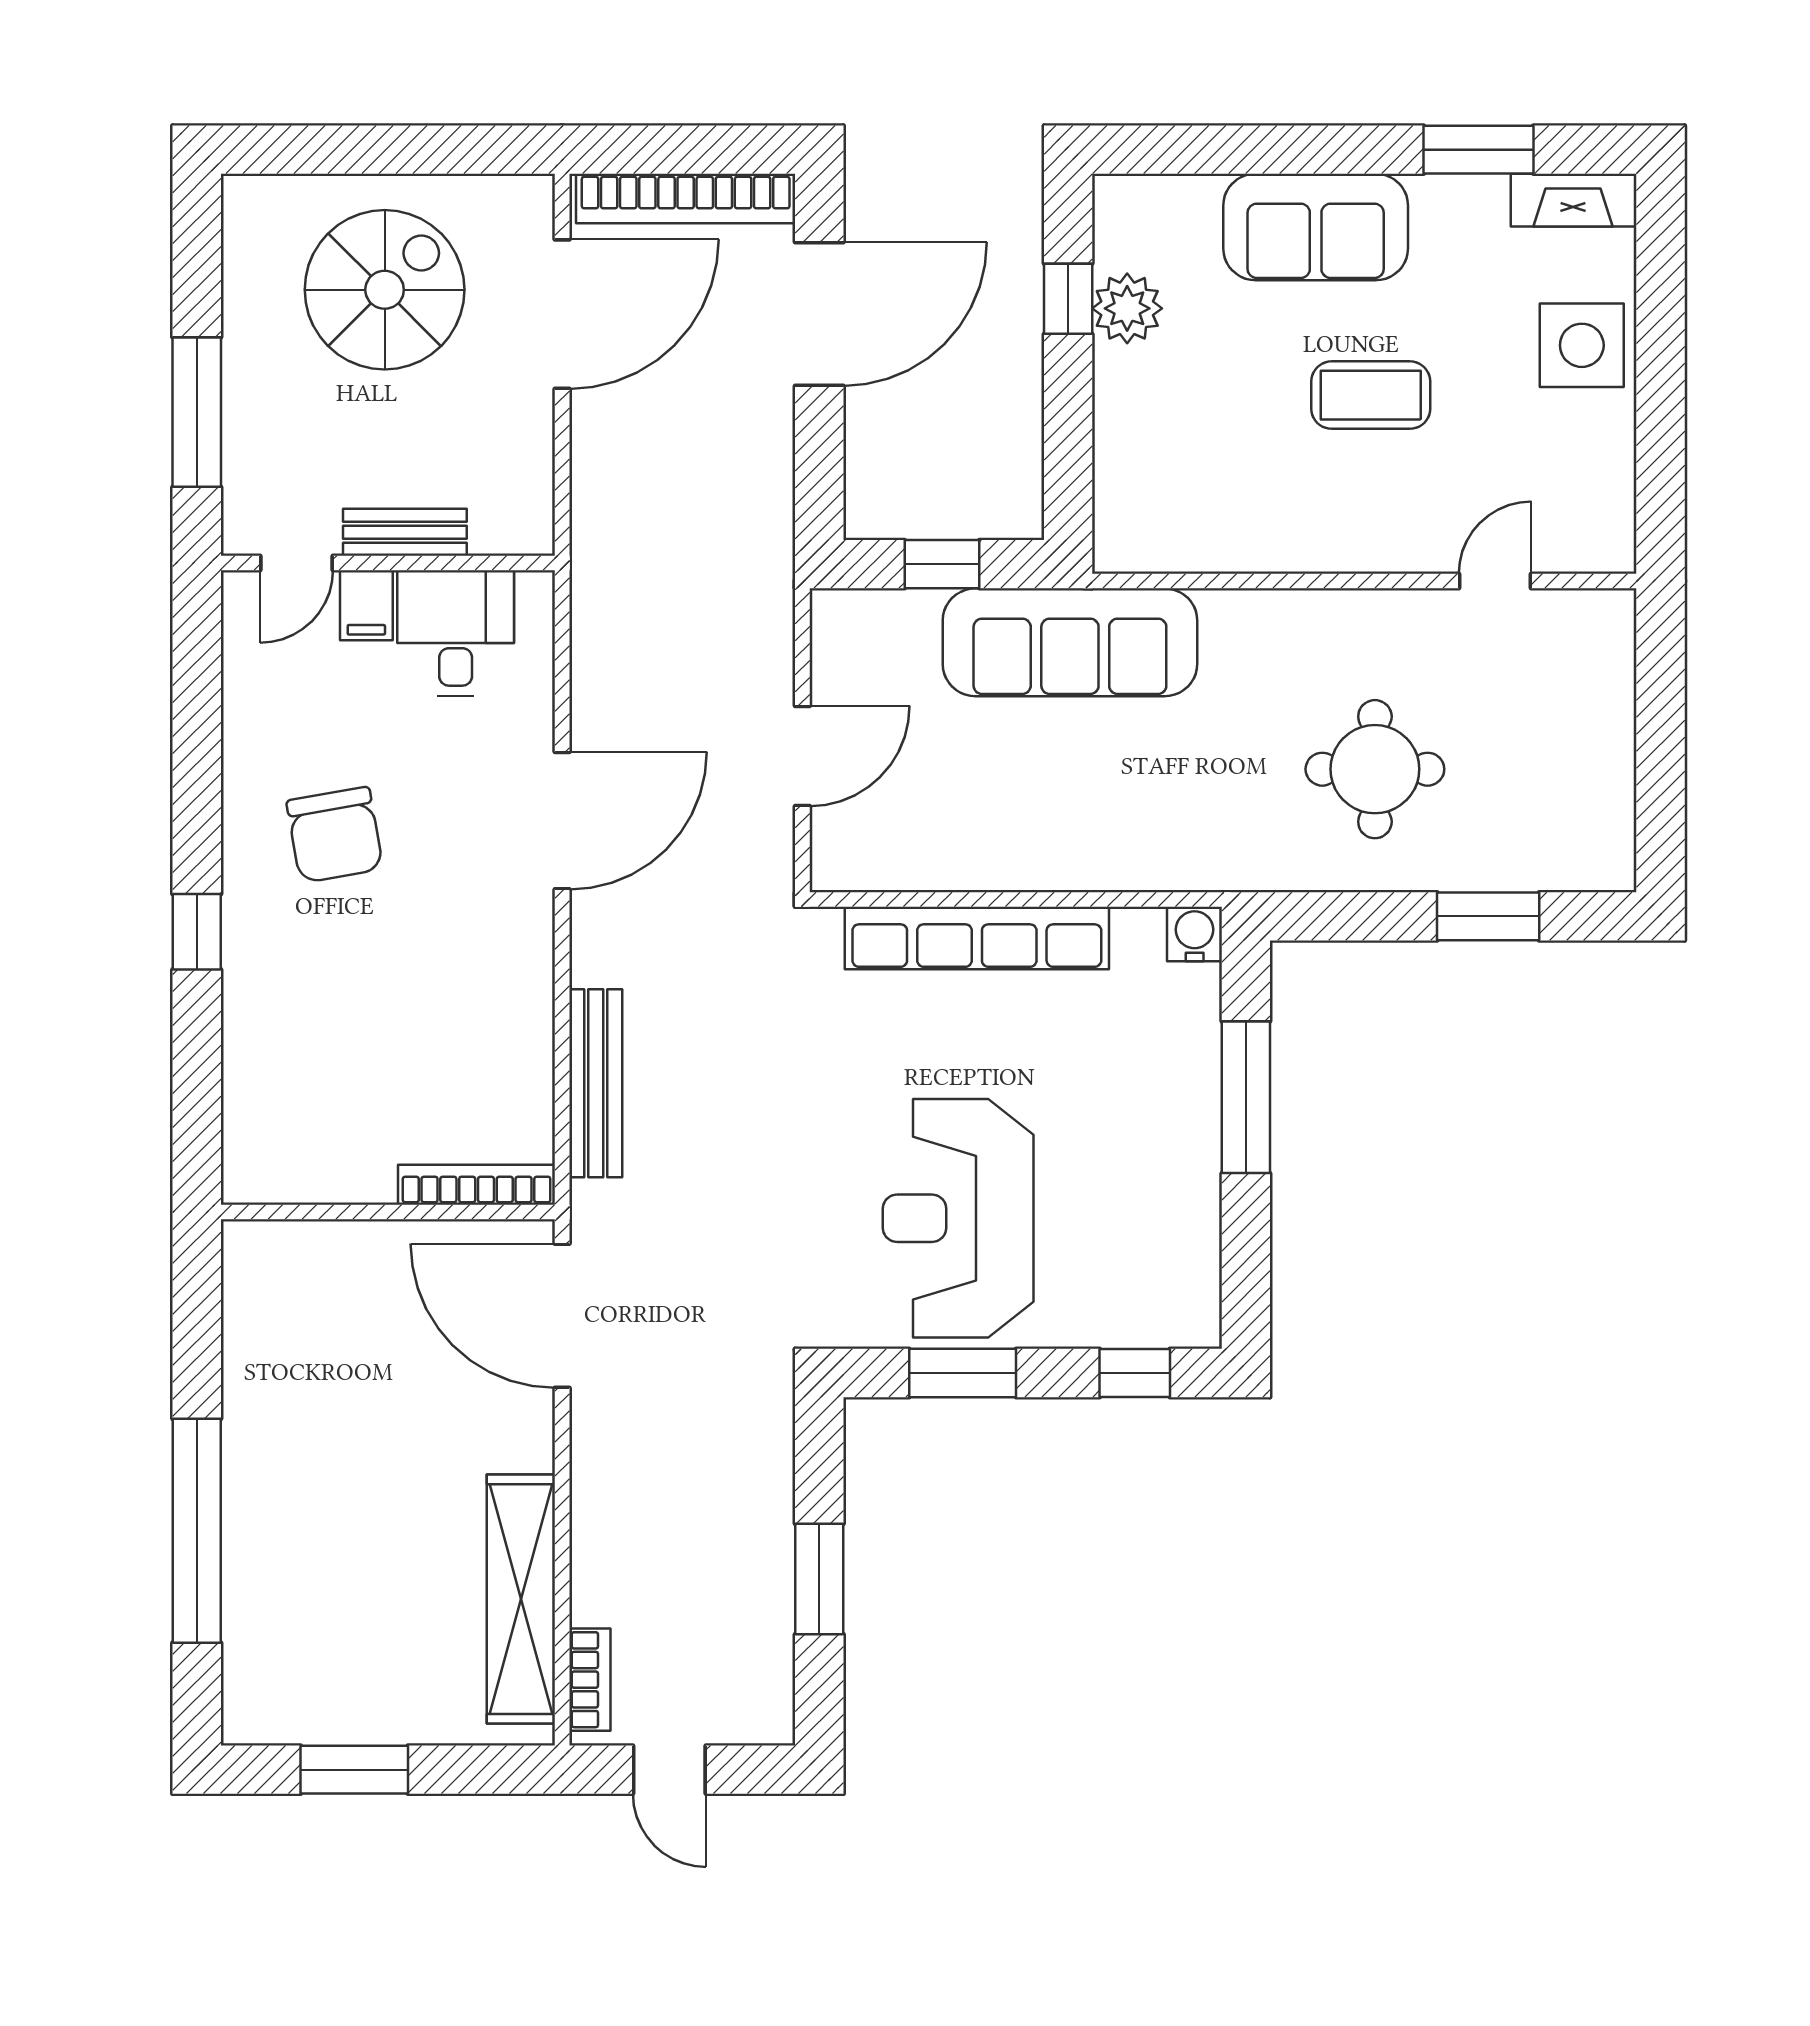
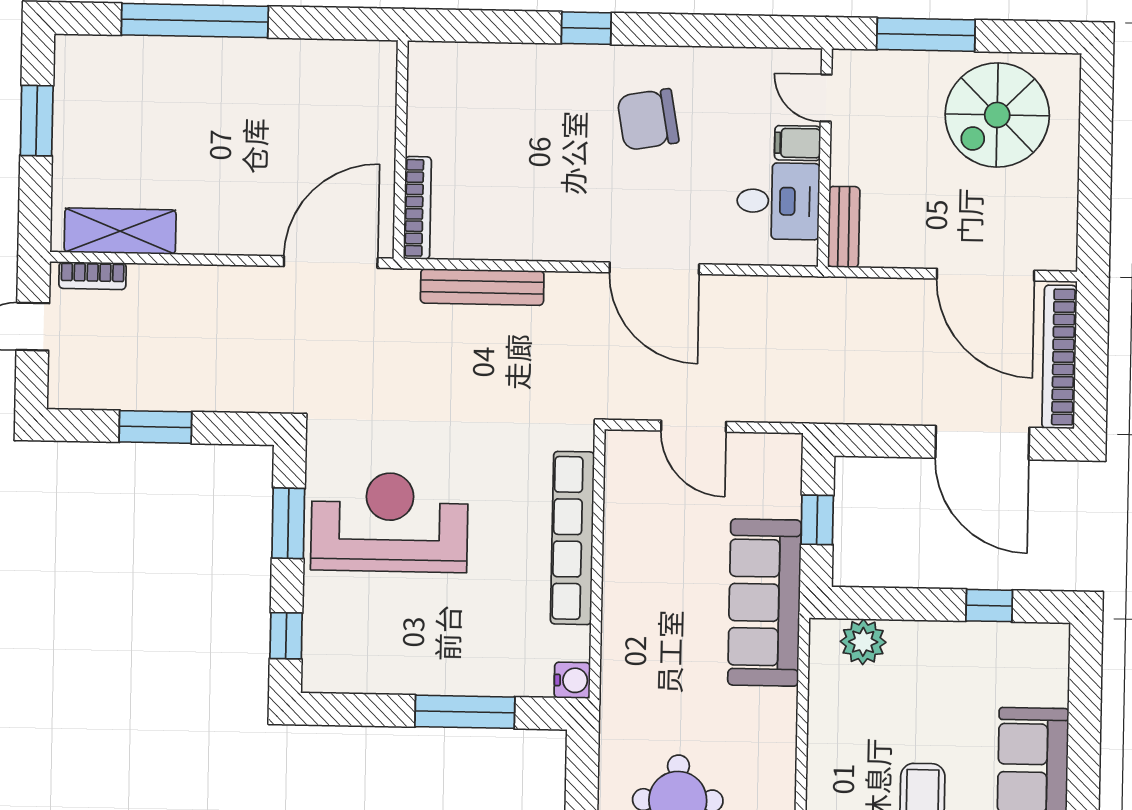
spiral stairs: (385, 290) -> (997, 115), moved, turned 90
plant: (1127, 308) -> (863, 642), moved
bench: (405, 532) -> (844, 227), moved
shelving: (521, 1599) -> (120, 231), width x0.68

